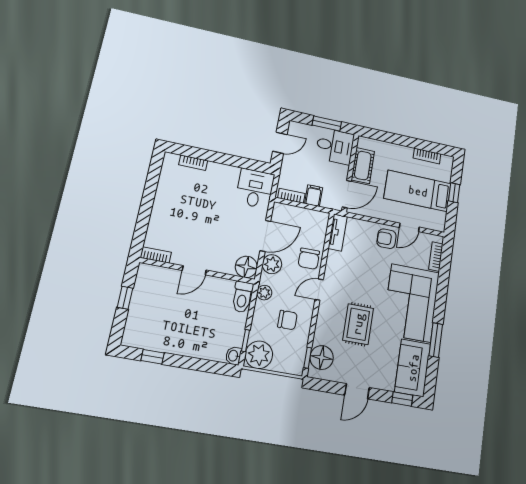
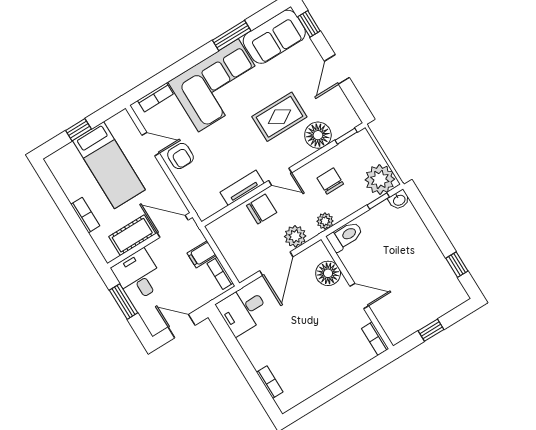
bookcase: (427, 156) -> (85, 215), moved
tv unit: (338, 232) -> (242, 188), moved
door: (265, 236) -> (276, 264), swing flipped
floor lamp: (246, 267) -> (328, 273), moved
floor lamp: (322, 358) -> (318, 135), moved
door: (357, 391) -> (337, 69), swing flipped

